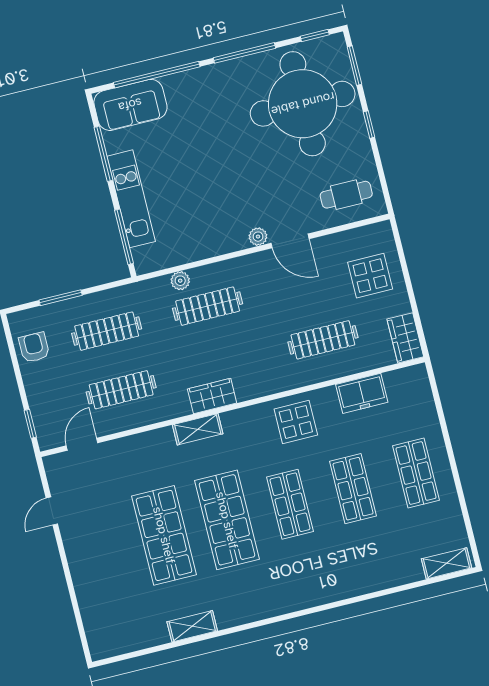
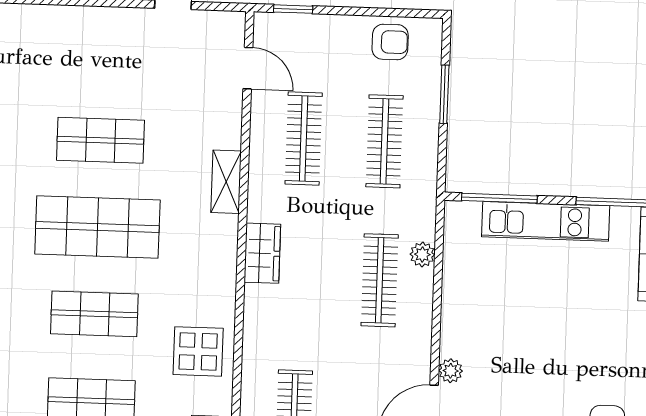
shelving: (198, 429) -> (226, 182), moved
shop shelf: (164, 535) -> (100, 140), width x0.70, depth x0.74

